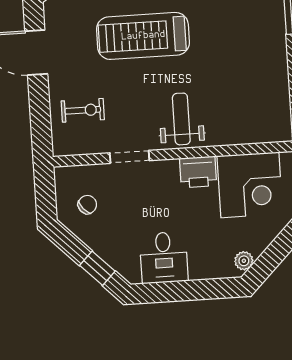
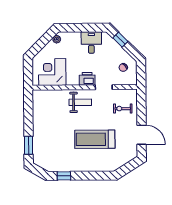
treadmill: (143, 36) -> (95, 139), turned 180
weight bench: (181, 119) -> (80, 102), turned -90
printer: (198, 172) -> (87, 79), moved

